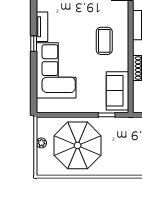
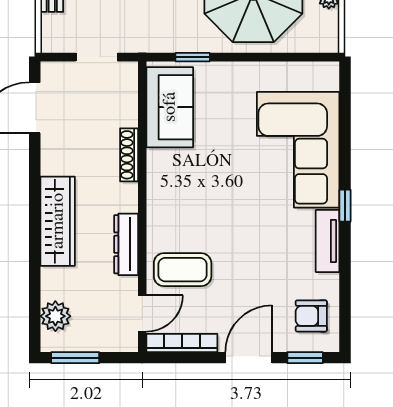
coffee table: (104, 41) -> (183, 270), moved, turned 90

